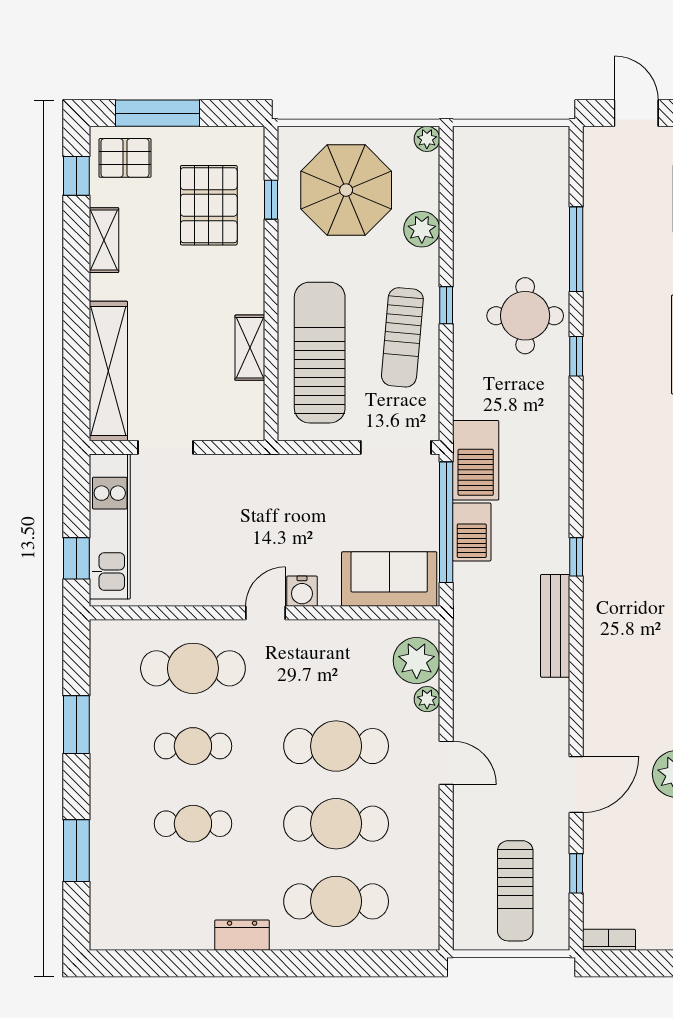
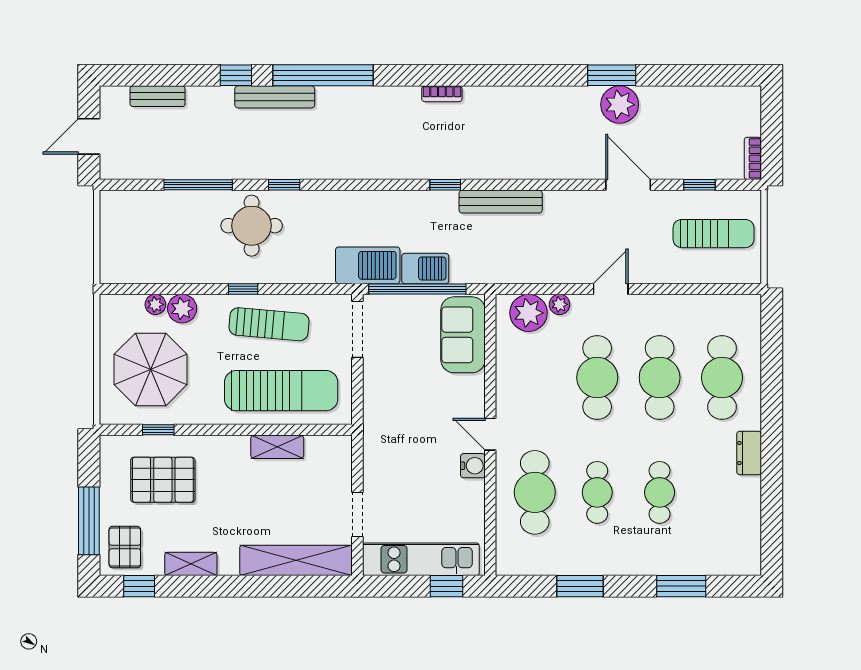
plant: (427, 139) -> (155, 304), moved
sun lounger: (320, 353) -> (281, 391), turned 180
water cooler: (302, 591) -> (473, 466), moved

